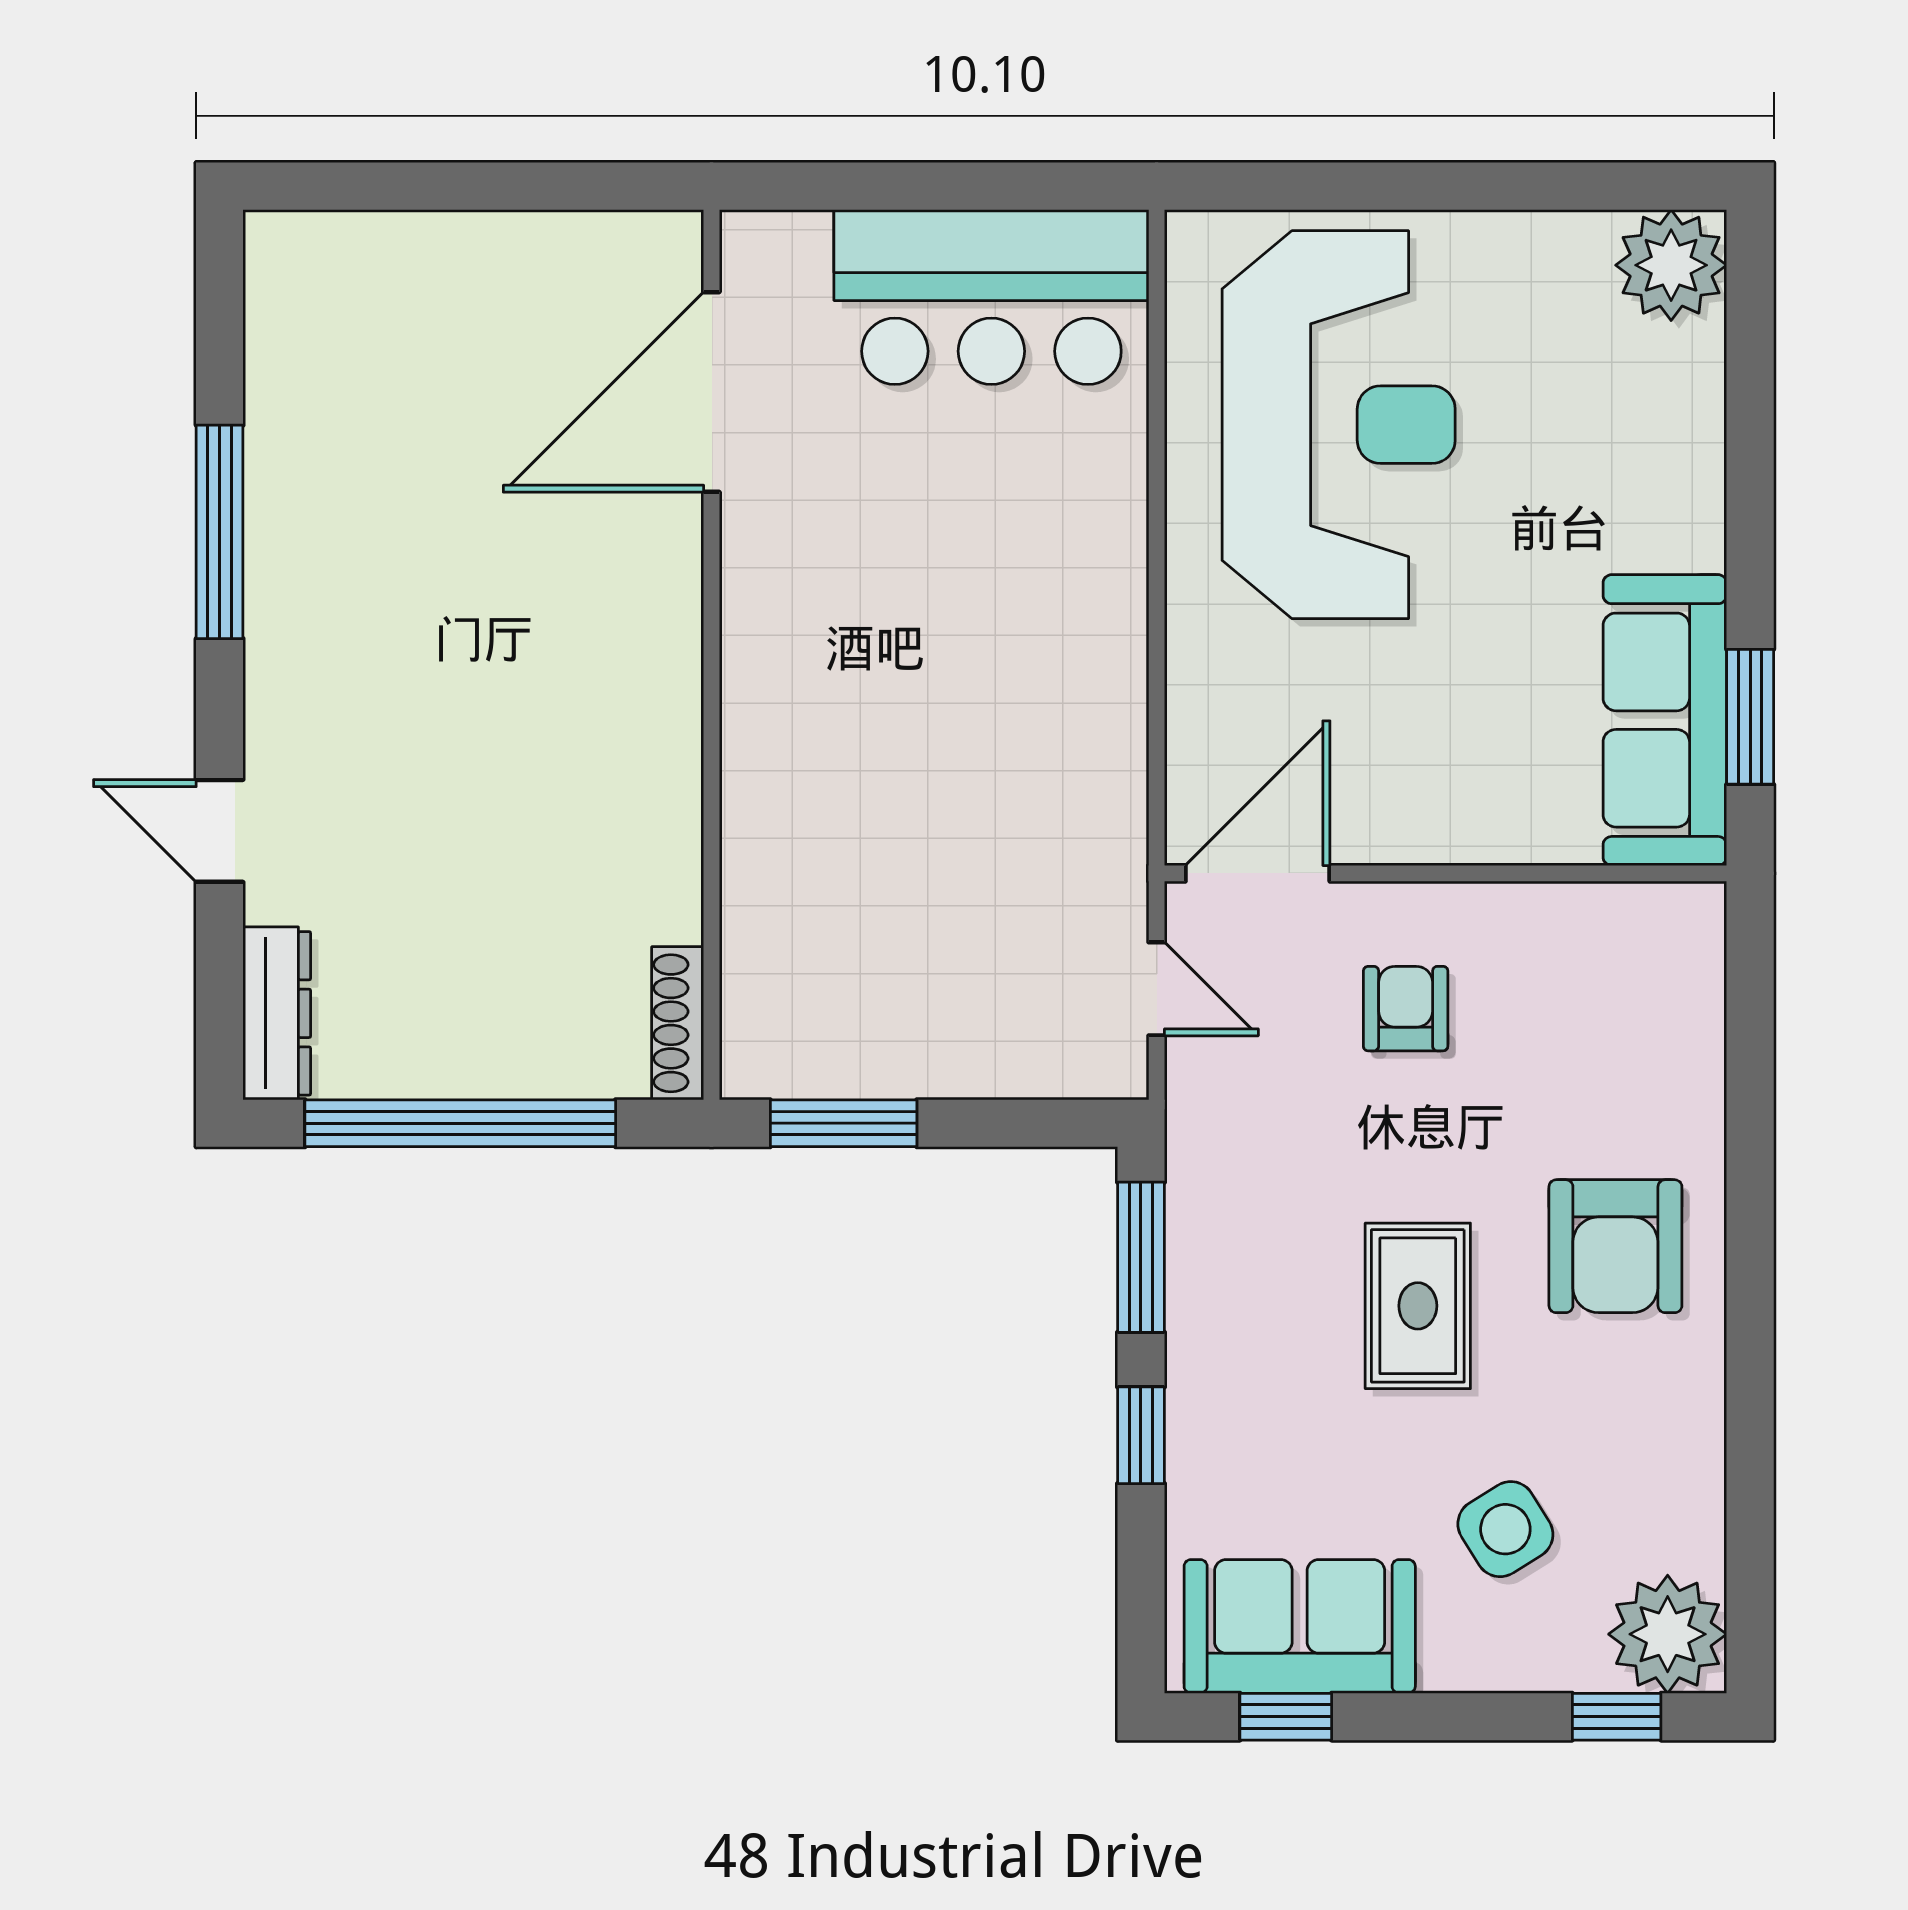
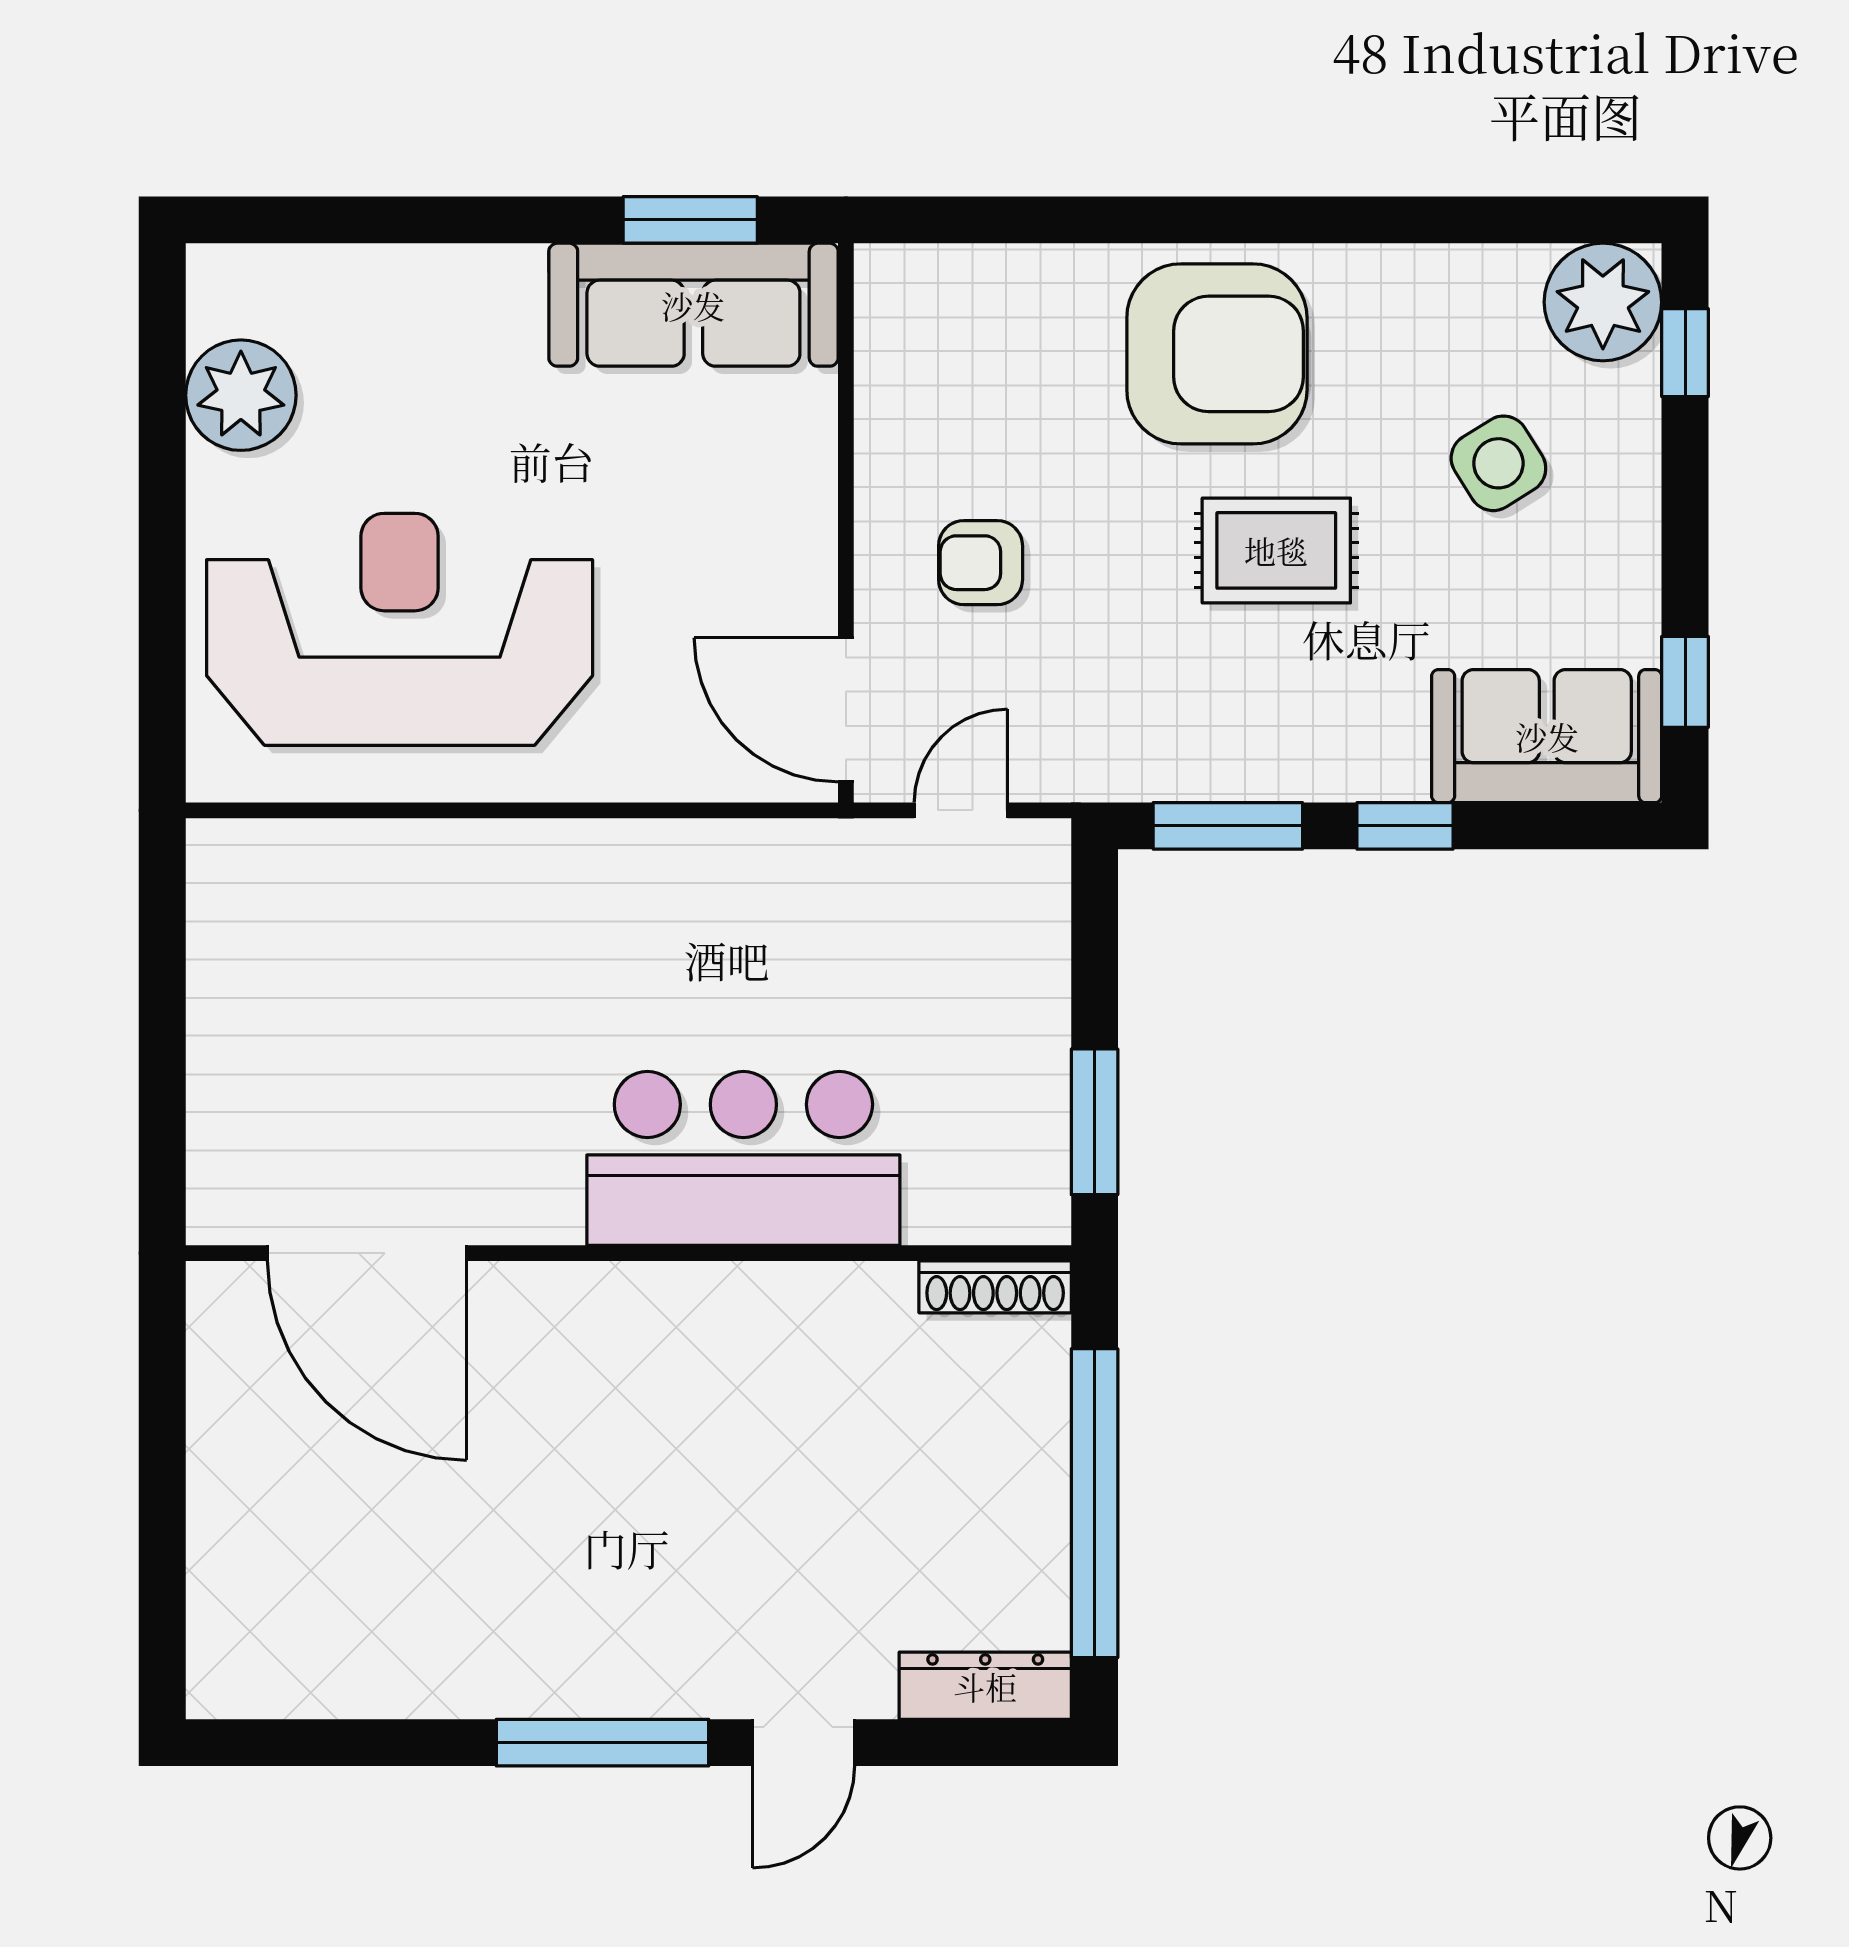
plant: (1671, 265) -> (241, 395), moved
bar counter: (991, 297) -> (743, 1158), moved, turned -90
window: (220, 532) -> (603, 1743), moved
armchair: (1615, 1246) -> (1217, 354), width x1.36, depth x1.36
sofa: (1300, 1626) -> (1547, 736), moved, turned 90

